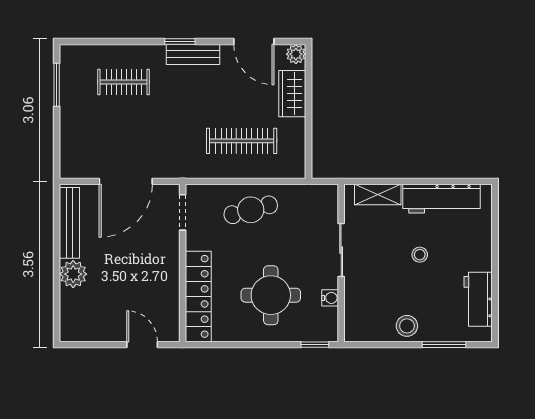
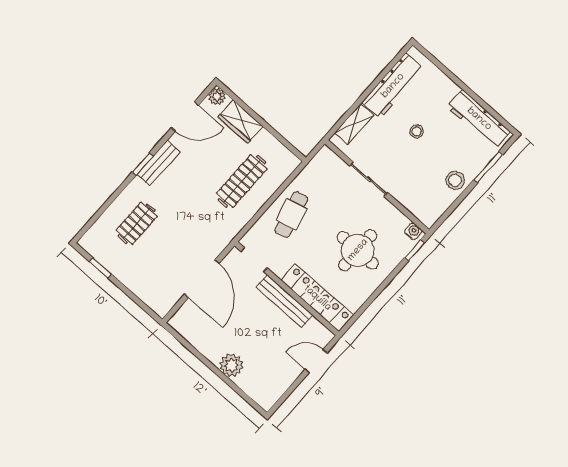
window: (57, 85) -> (100, 268), width x0.67
bench: (69, 223) -> (284, 301), moved
water cooler: (330, 298) -> (413, 231), moved
workbench: (478, 299) -> (479, 119), width x1.38

